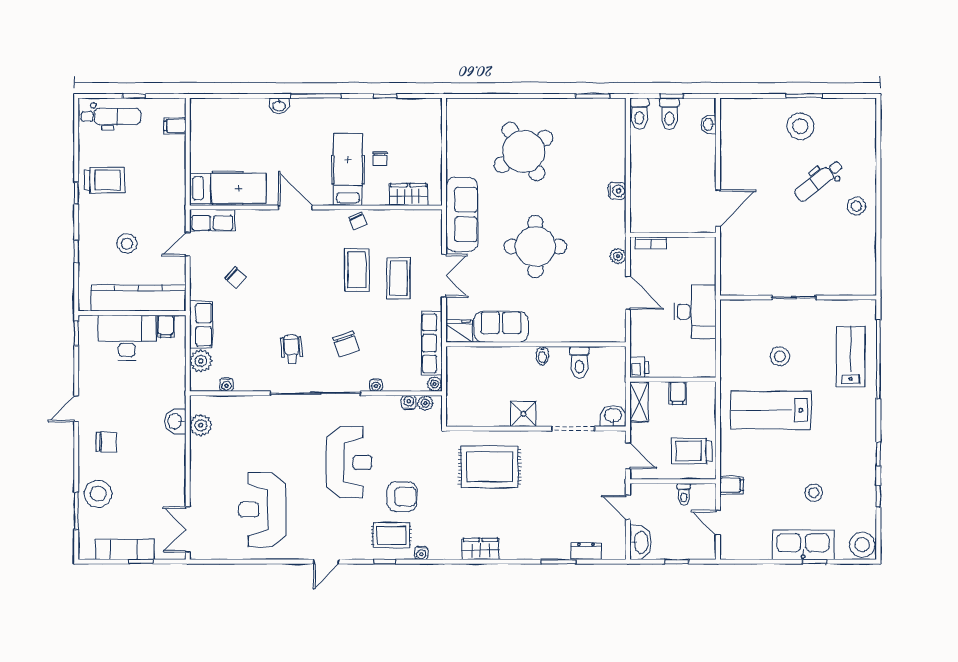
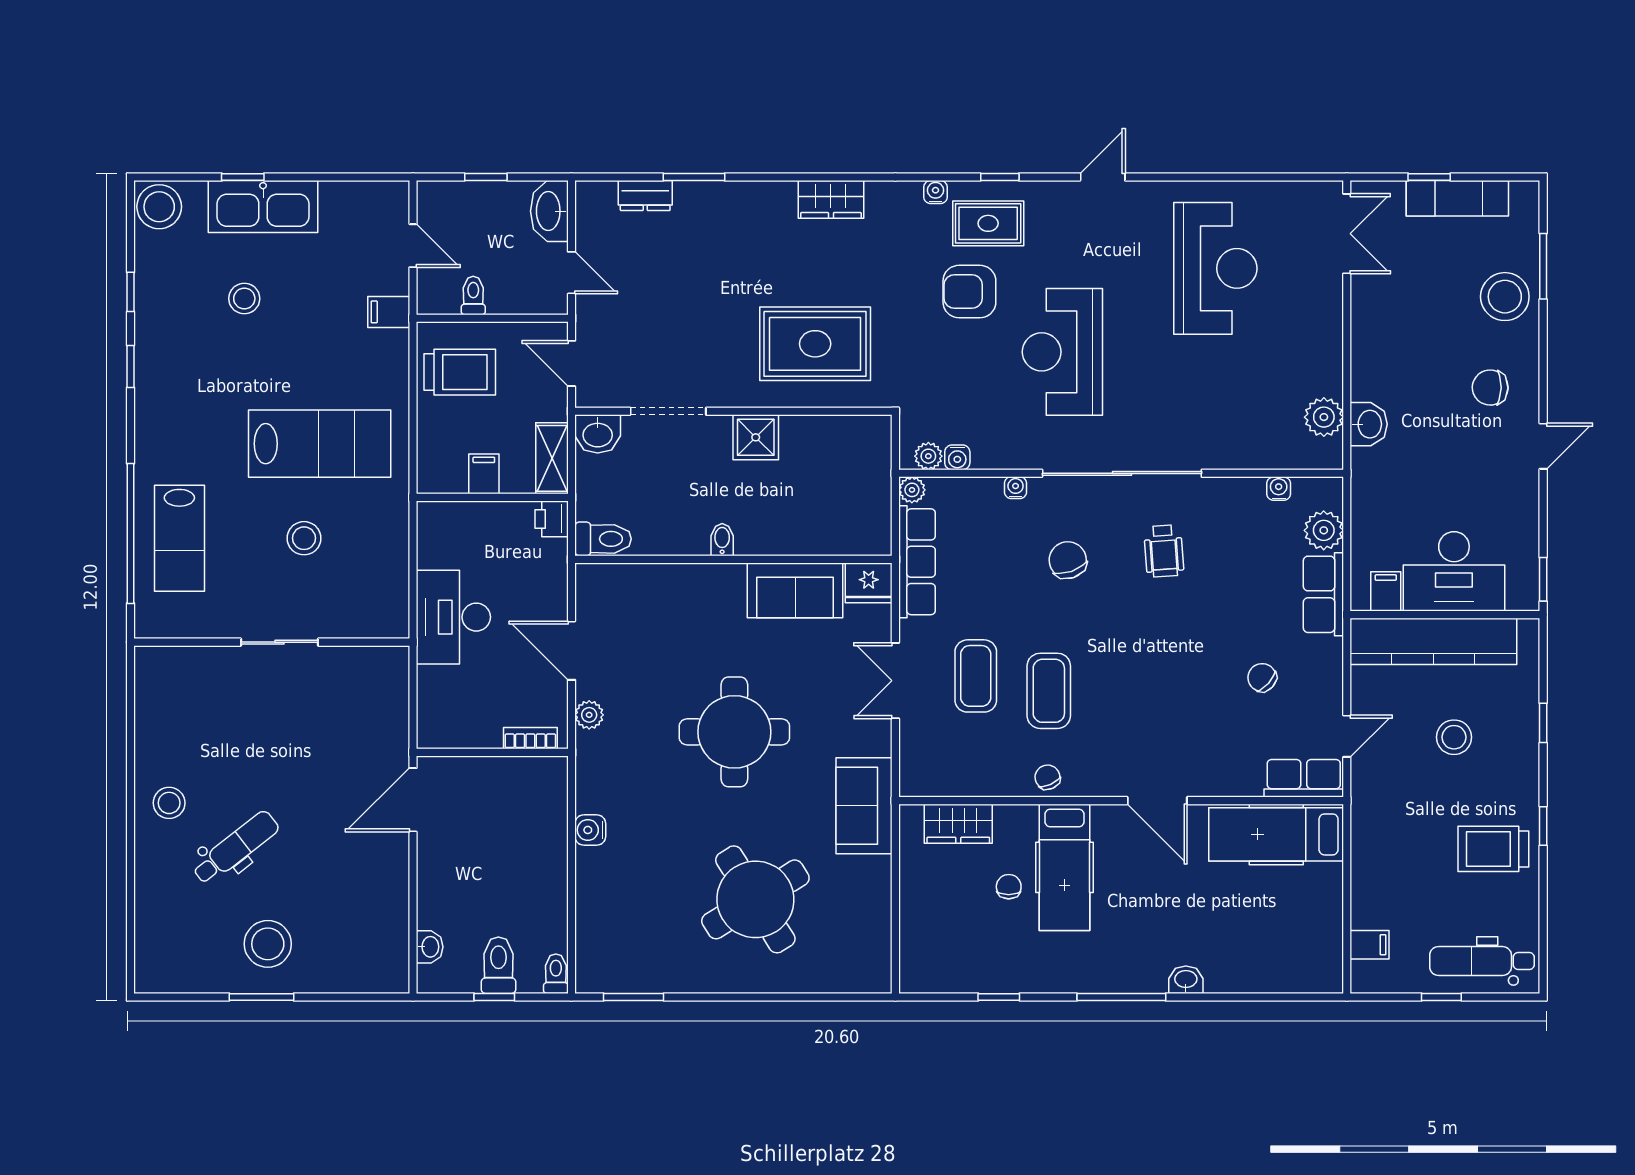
toilet: (639, 114) -> (556, 974), width x0.73, depth x0.72
sofa: (462, 214) -> (864, 806), width x0.73
toilet: (579, 362) -> (603, 539), moved, turned 90

